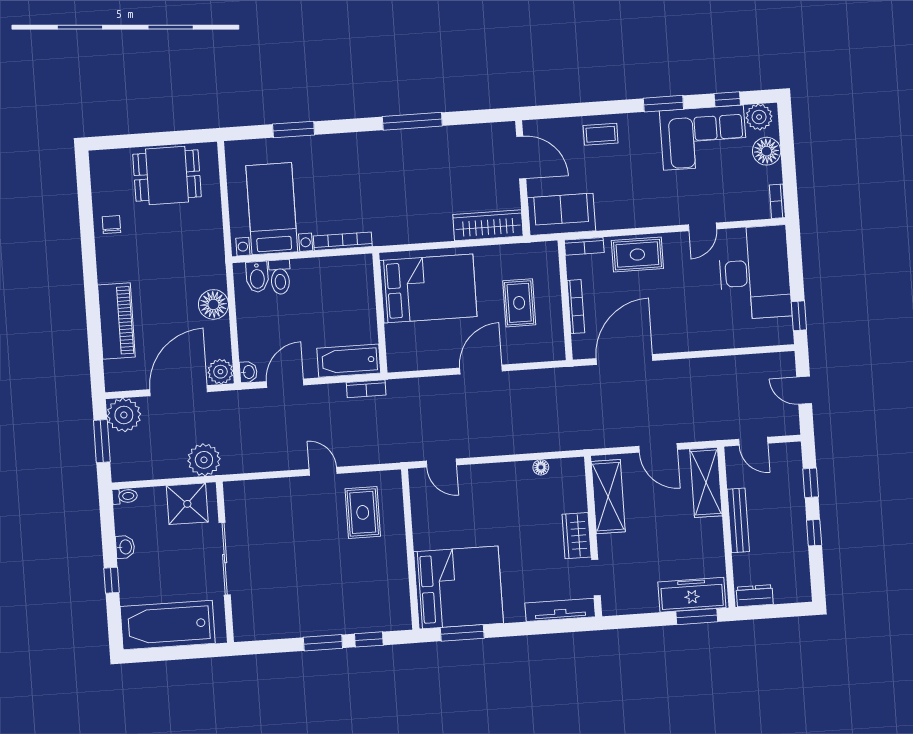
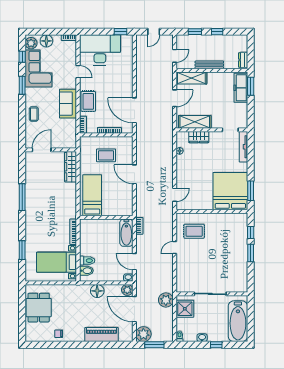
sofa: (561, 214) -> (68, 104), moved
bed: (428, 289) -> (92, 195), width x0.67
wardrobe: (577, 536) -> (199, 137), moved

